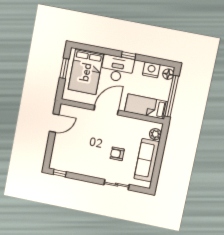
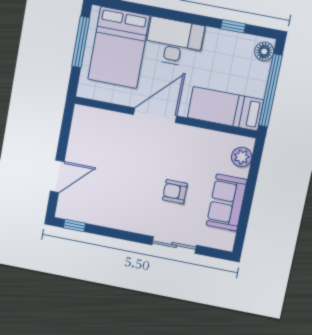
window: (128, 56) -> (233, 26), moved
window: (64, 68) -> (81, 42), width x1.44
nightstand: (151, 70) -> (234, 44), removed
door: (54, 123) -> (57, 176), moved
sofa: (147, 160) -> (227, 203), width x0.73

